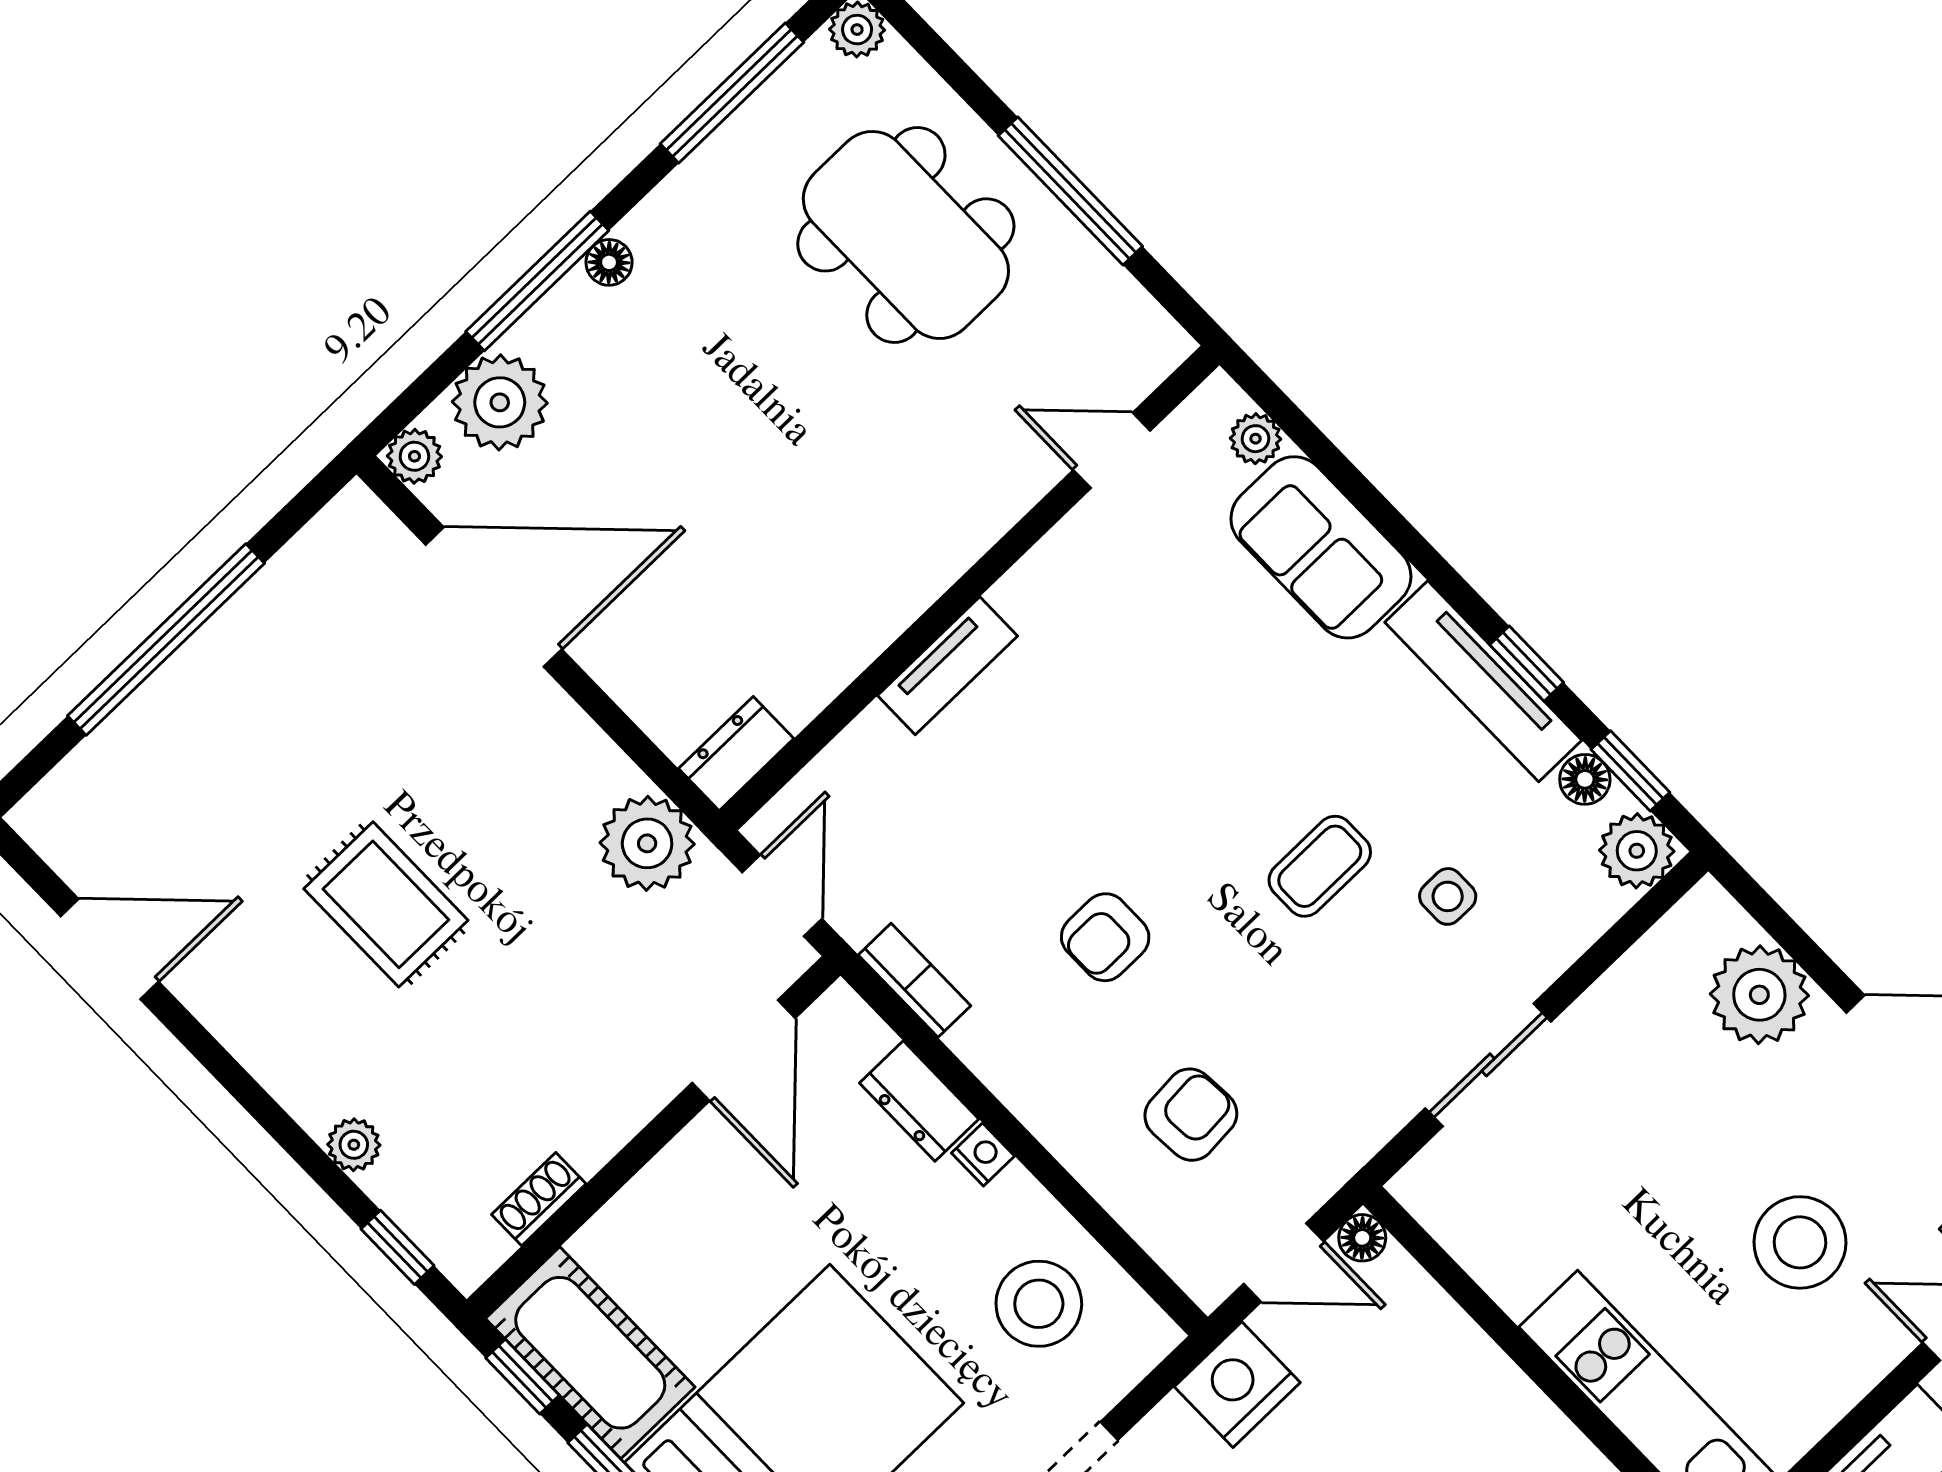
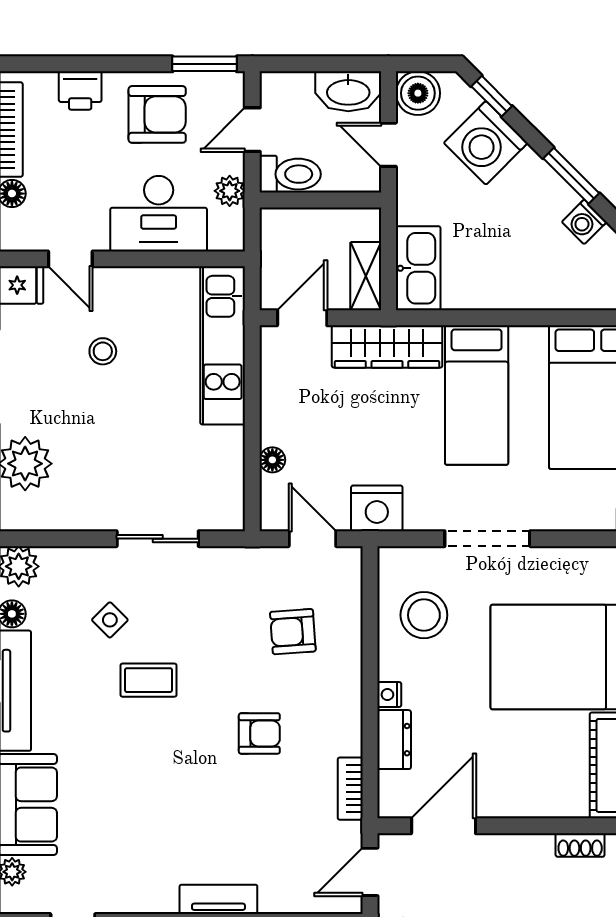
side table: (1448, 896) -> (110, 620), turned 45
floor lamp: (1362, 1238) -> (272, 460), moved
stool: (1800, 1242) -> (103, 351), width x0.53, depth x0.53

